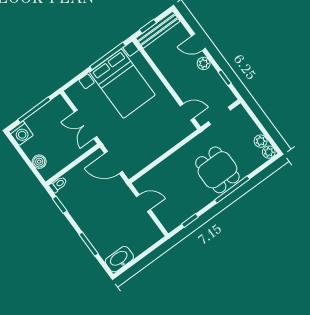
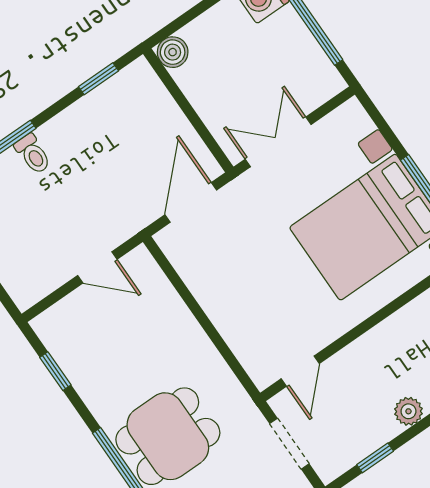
boiler: (39, 162) -> (173, 52), moved
toilet: (58, 184) -> (33, 154), moved
door: (143, 203) -> (97, 267), hinge flipped

